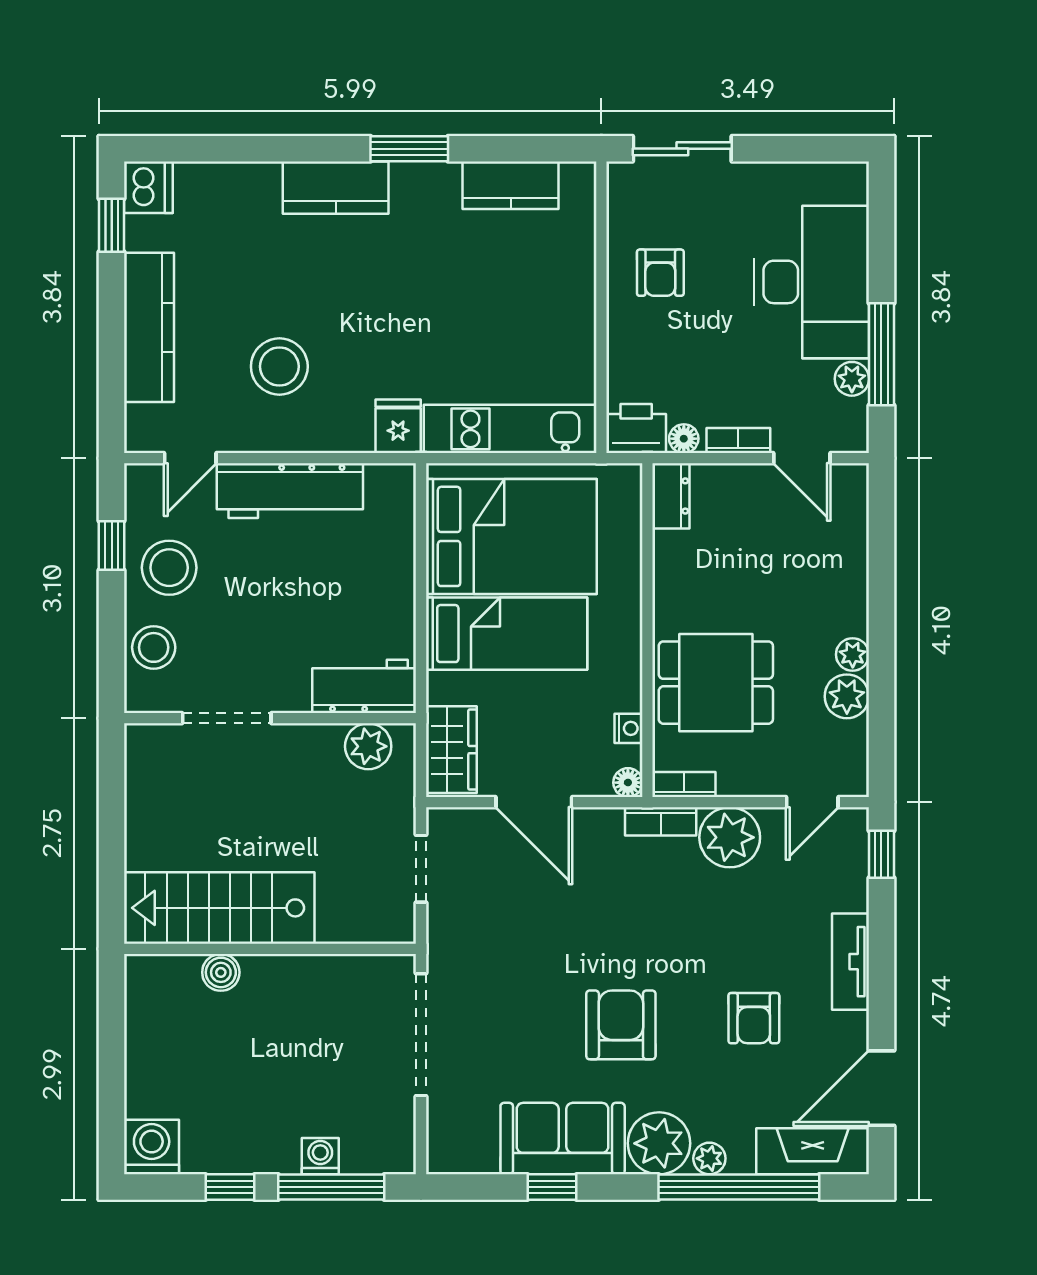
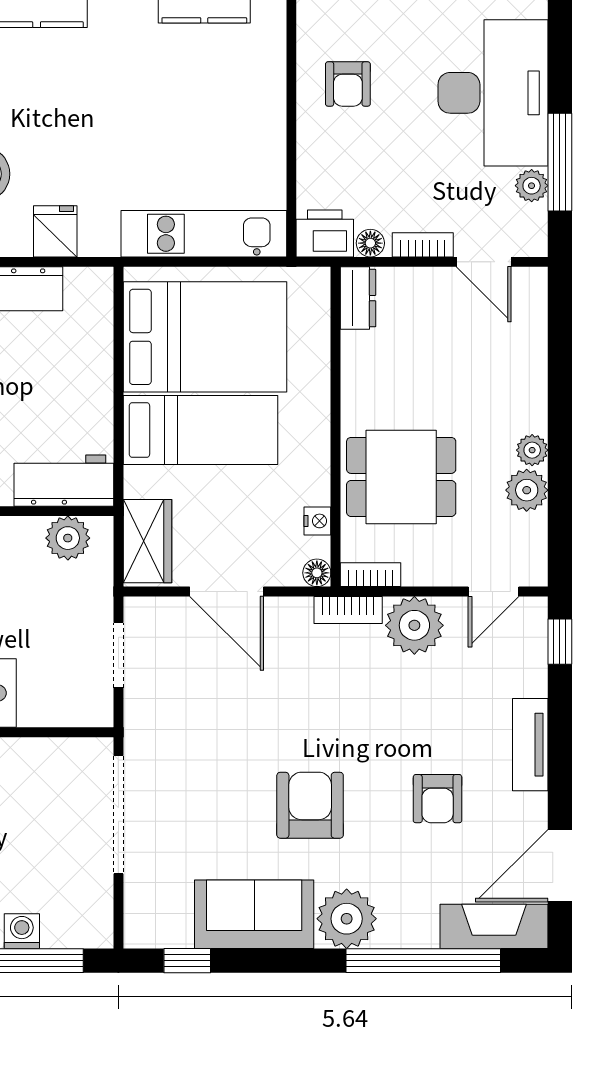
fridge: (398, 426) -> (55, 231), moved
plant: (709, 1158) -> (395, 933), removed
window: (552, 1187) -> (187, 961), moved

